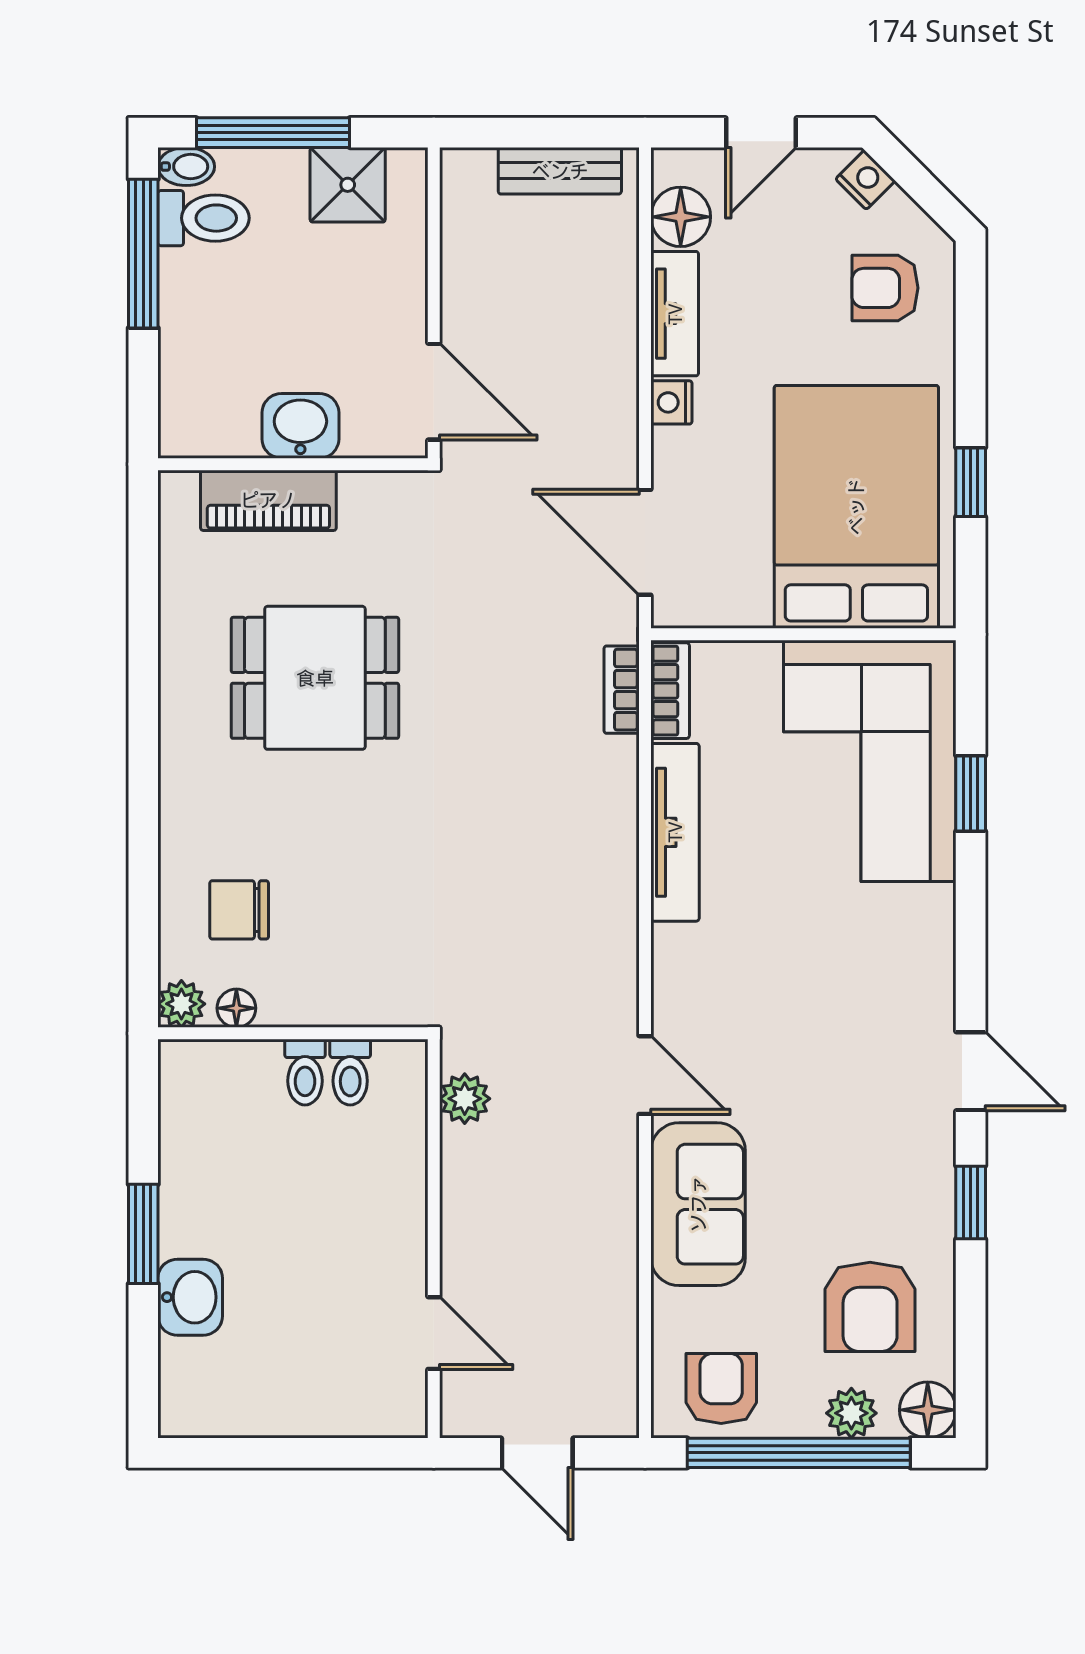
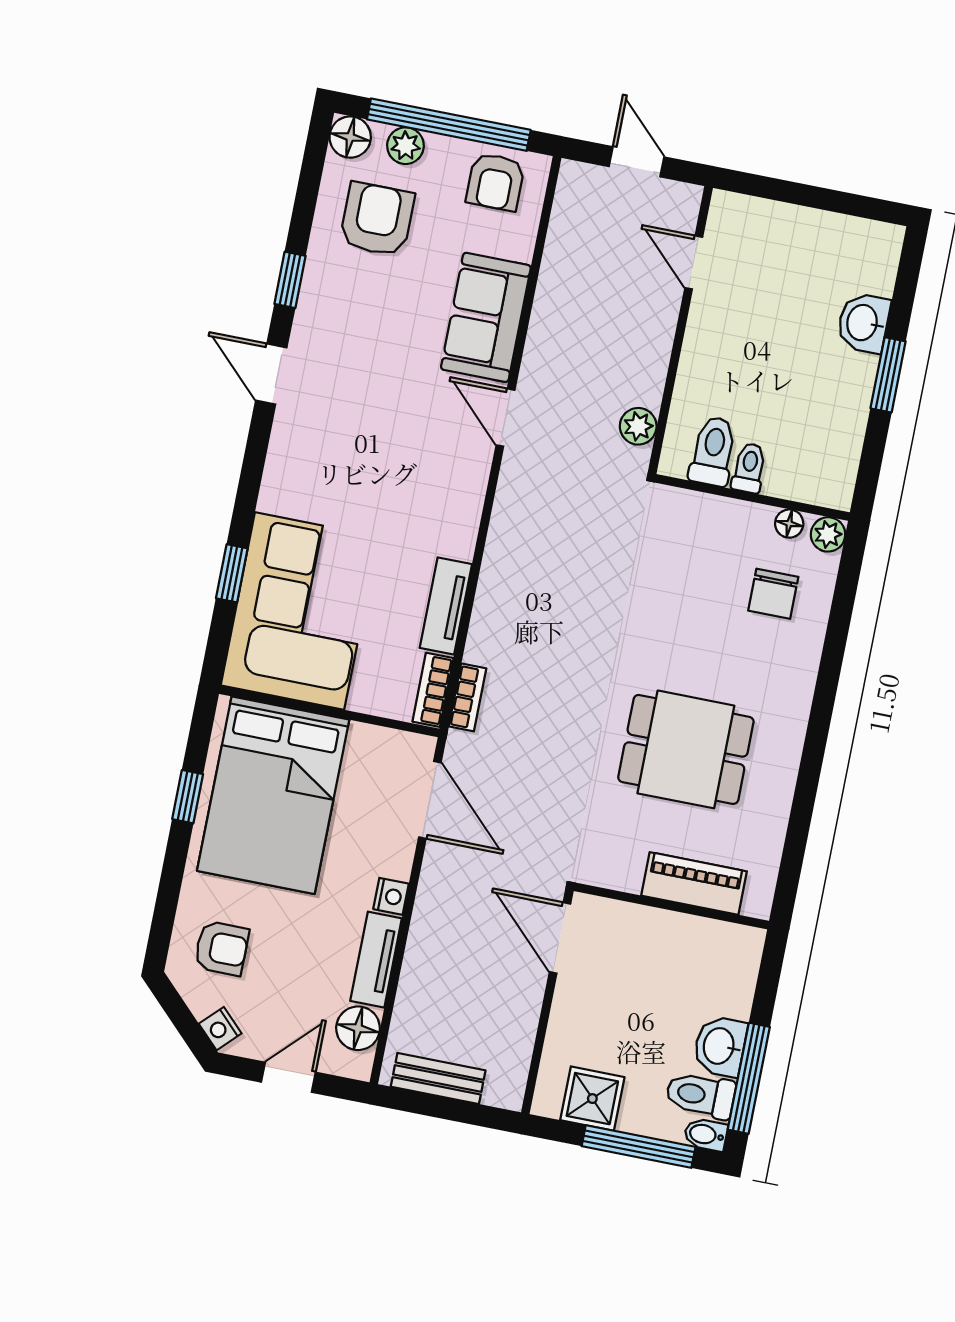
washbasin: (300, 426) -> (720, 1046), moved, turned 90
tv unit: (675, 832) -> (446, 606), width x0.71
chair: (239, 910) -> (773, 594), turned 90
toilet: (350, 1072) -> (713, 451), width x1.37, depth x1.39

